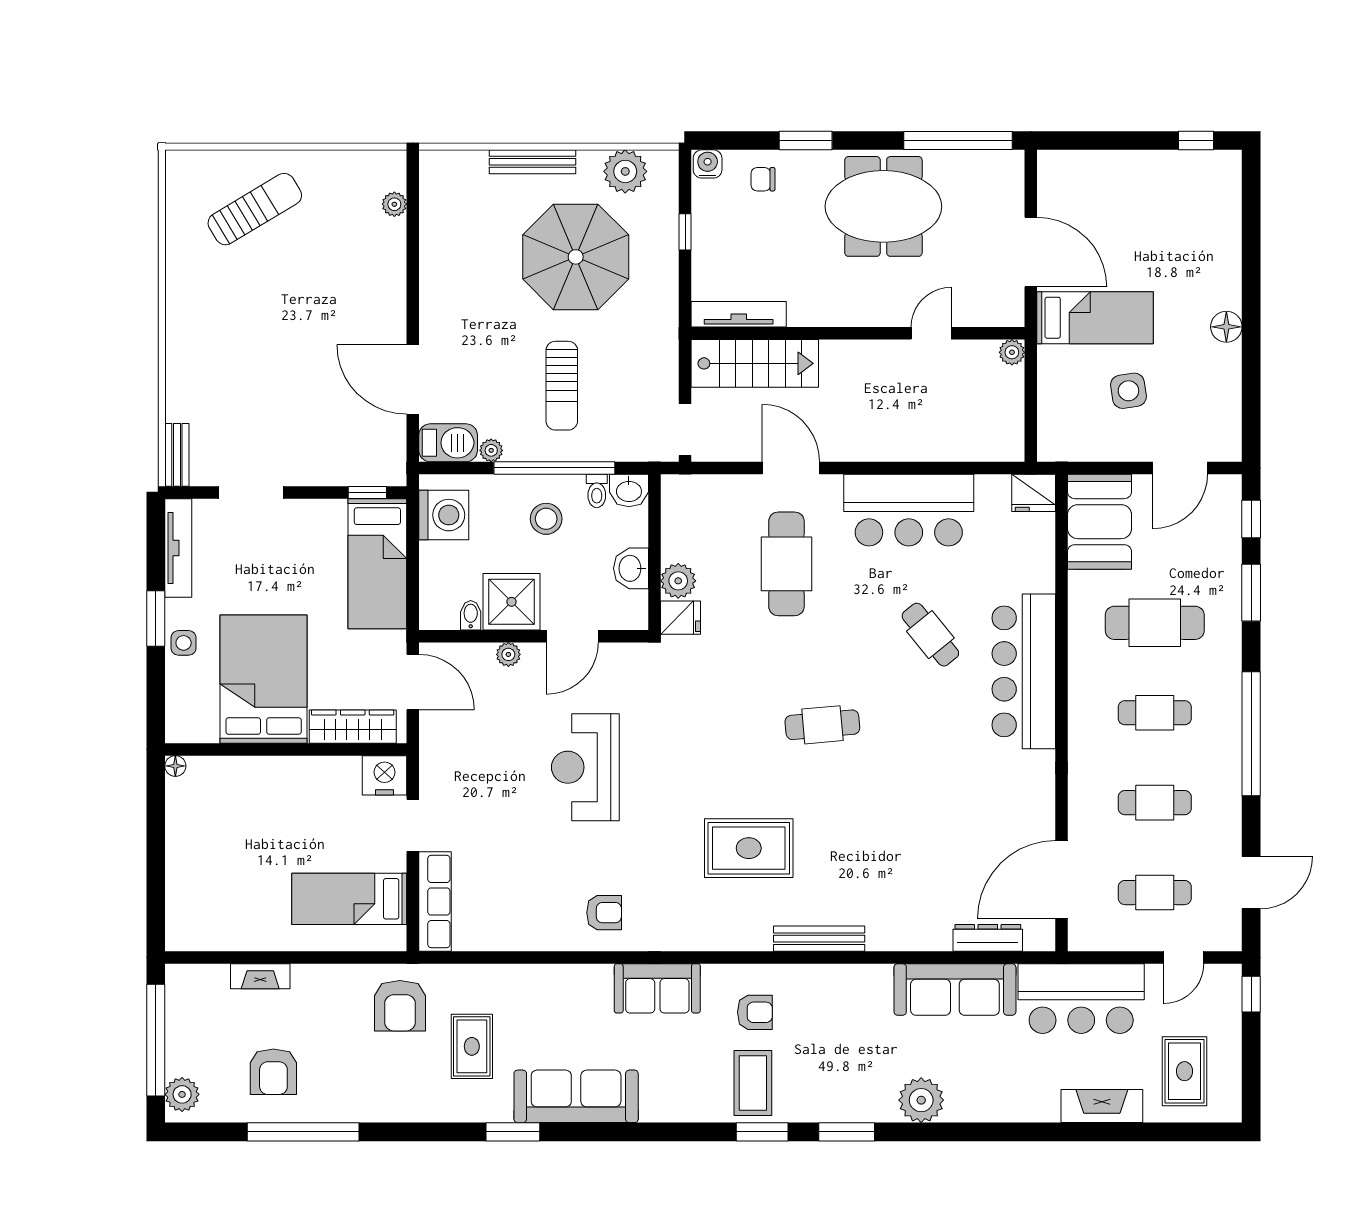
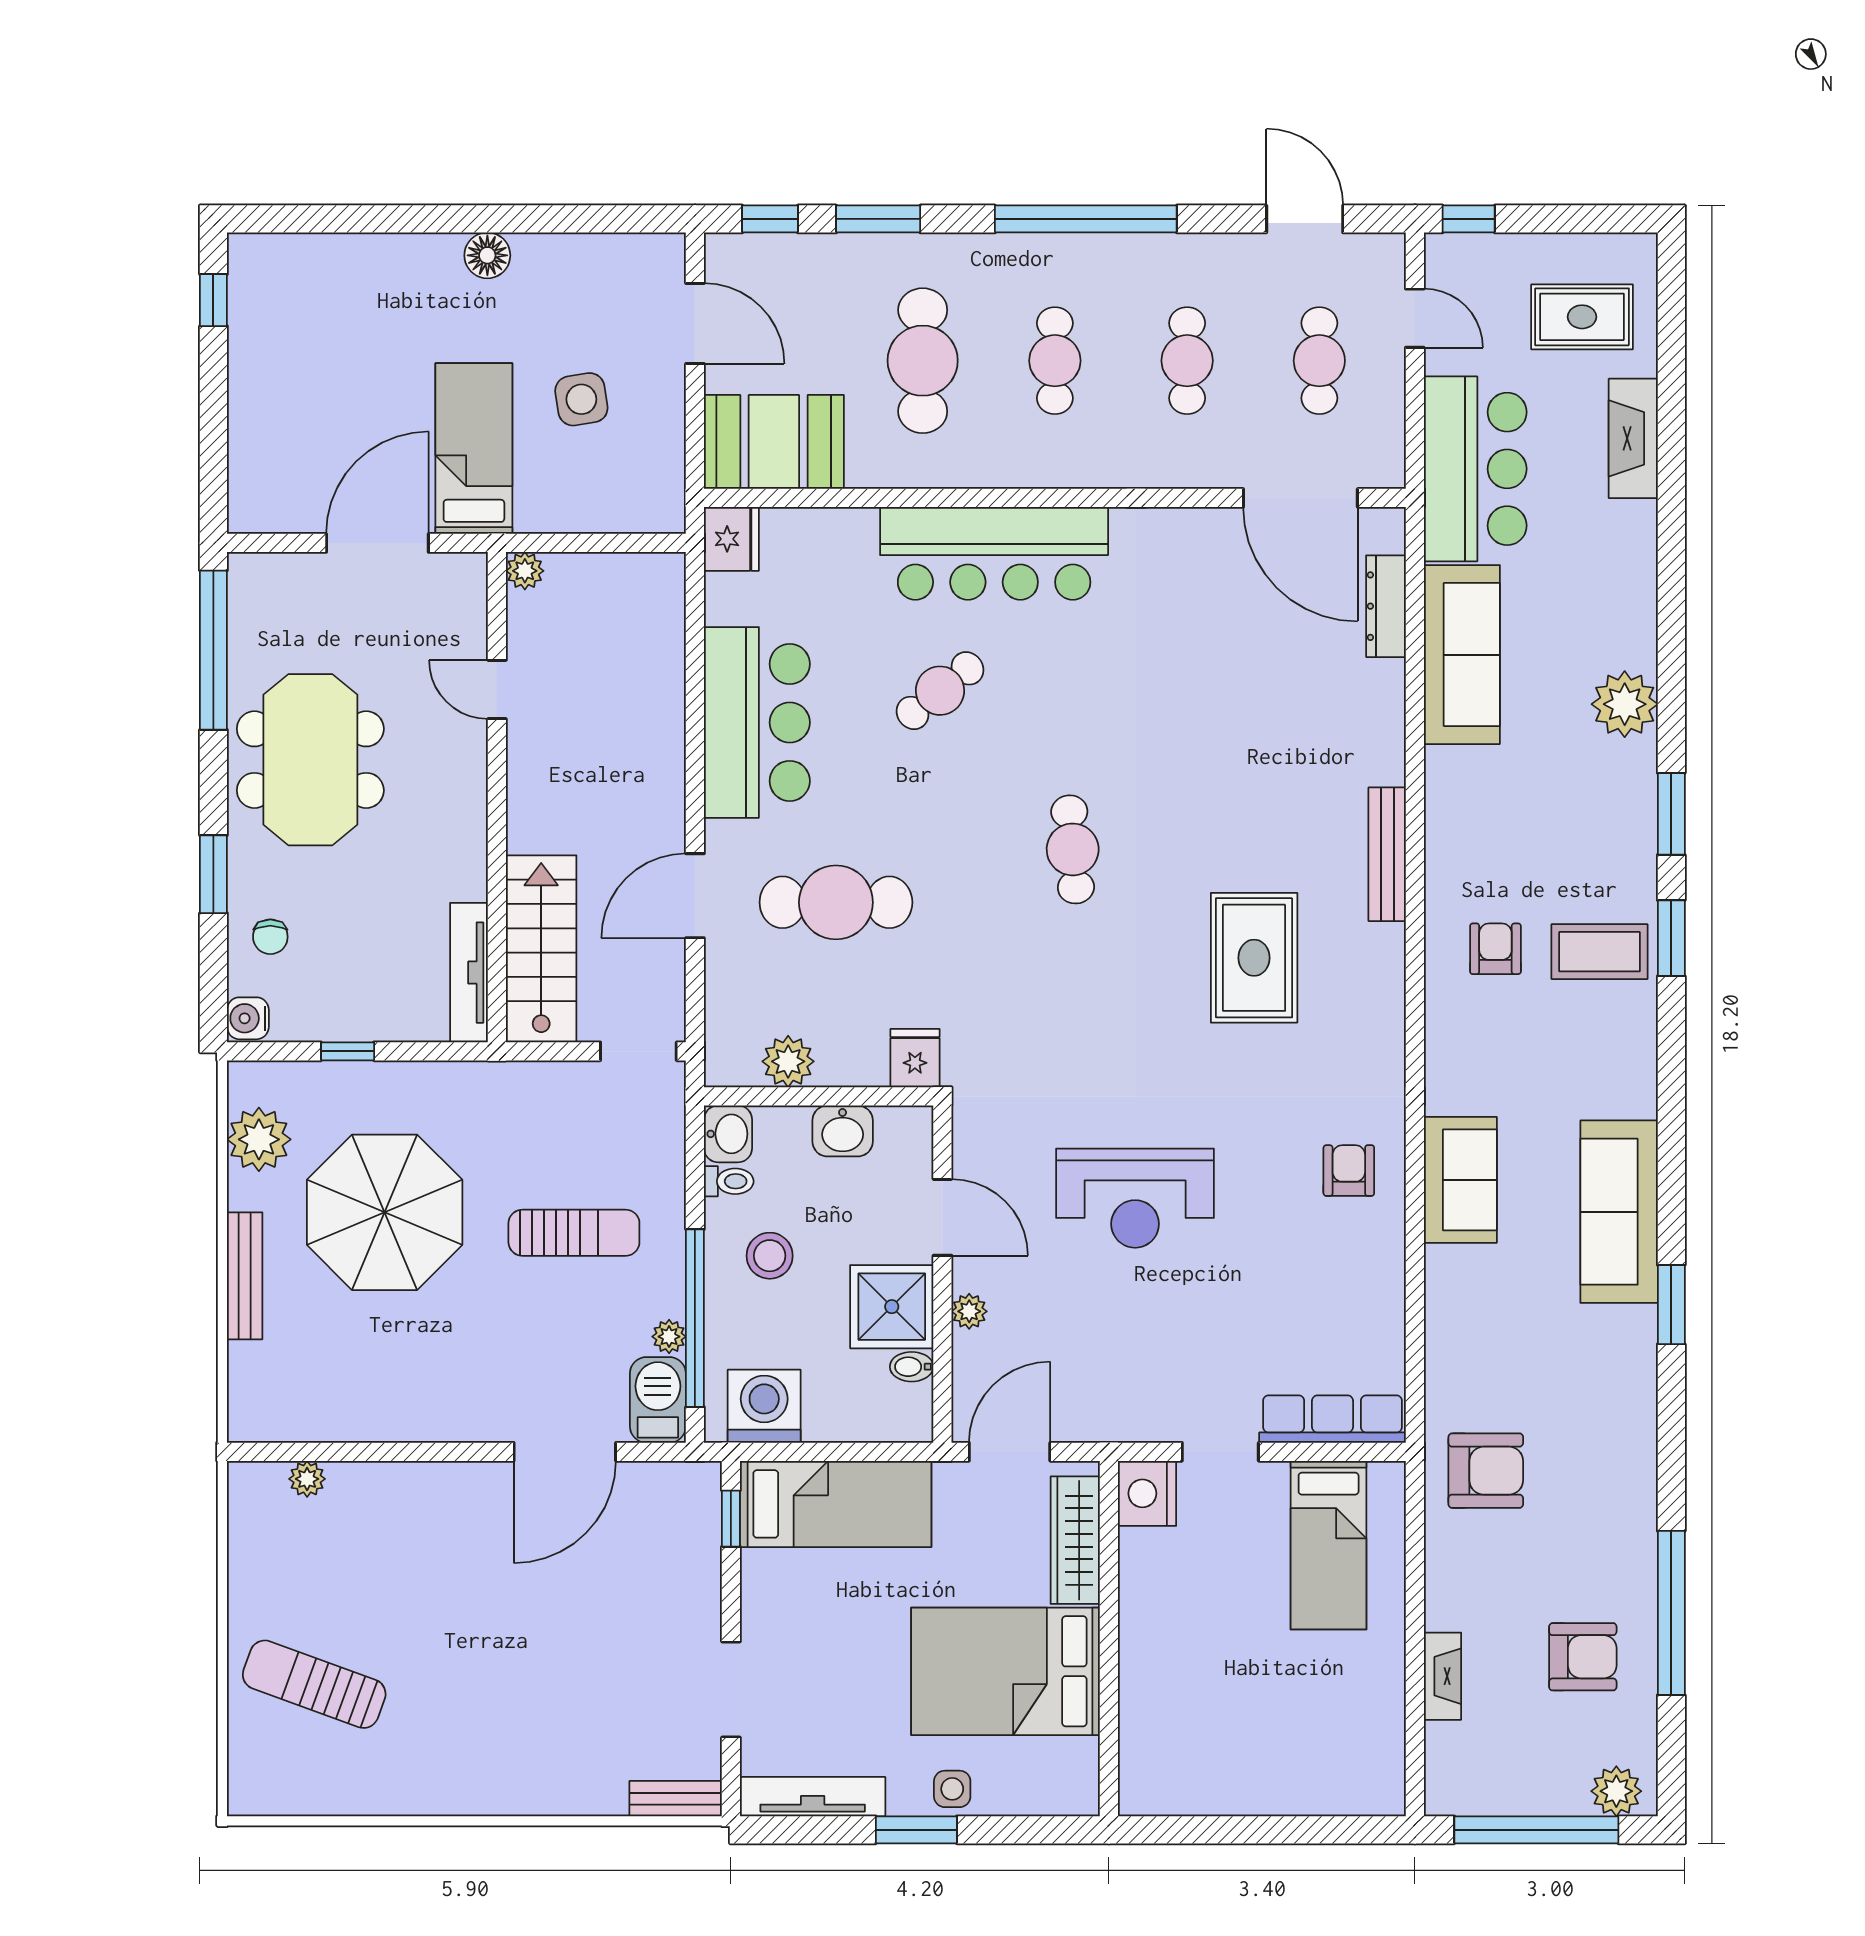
sun lounger: (255, 209) -> (314, 1684), turned -39
window: (554, 468) -> (695, 1318), moved
plant: (678, 581) -> (788, 1061), moved
floor lamp: (175, 766) -> (1133, 1801), removed
sofa: (657, 988) -> (1460, 1180), moved
rug: (472, 1046) -> (1546, 1365), removed

